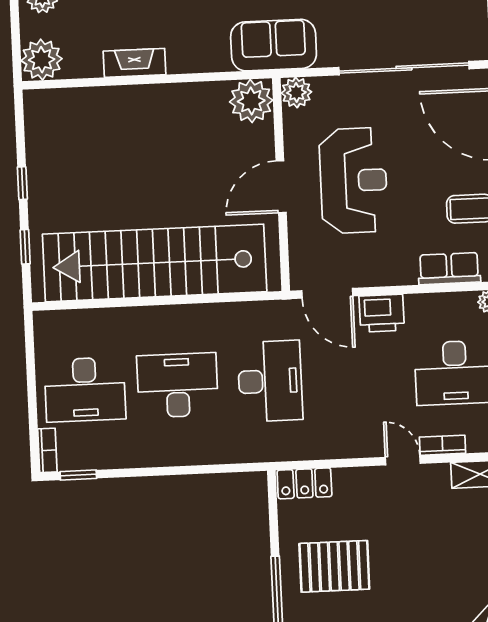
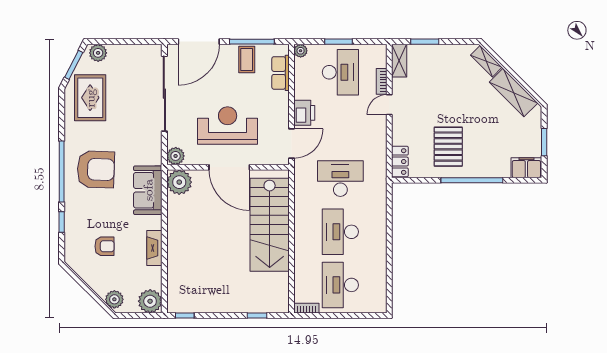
sofa: (274, 45) -> (148, 190), moved
window: (22, 183) -> (185, 316), moved
door: (281, 187) -> (229, 167), width x1.36
stairs: (155, 263) -> (270, 225), width x0.73
desk: (85, 389) -> (340, 285), turned 180
bookcase: (47, 450) -> (306, 308), moved
window: (78, 475) -> (389, 291), removed

